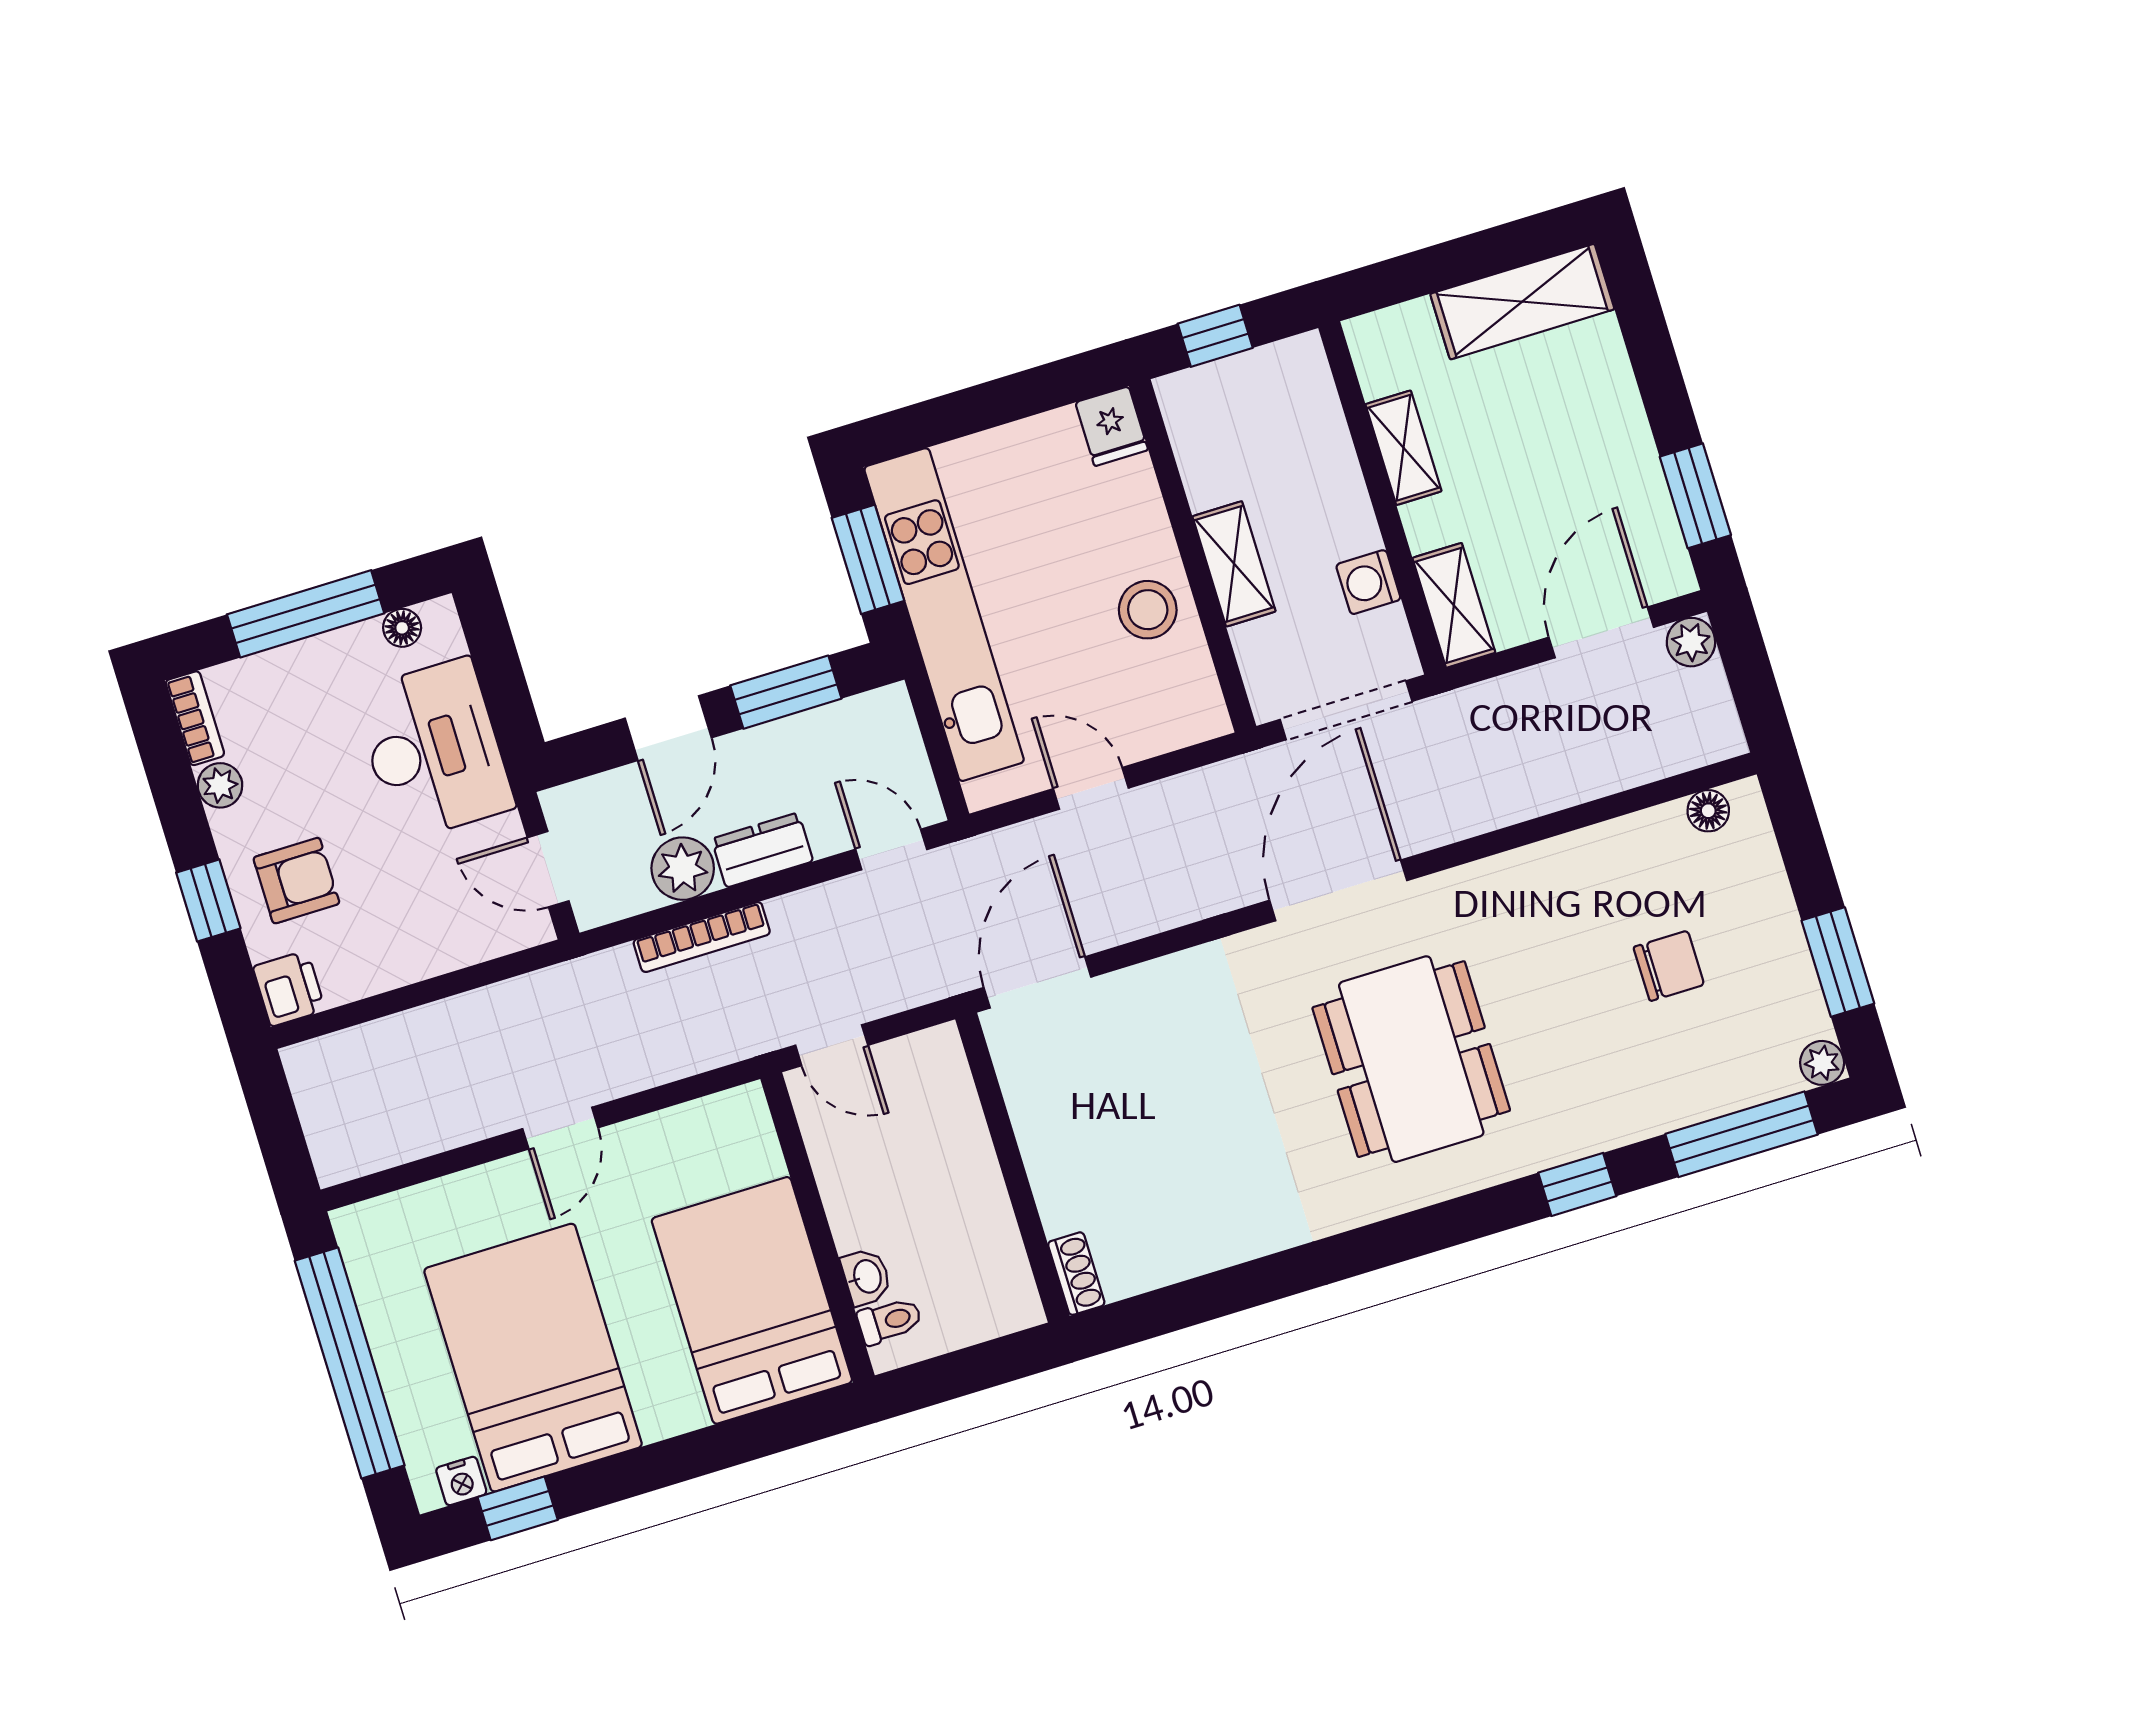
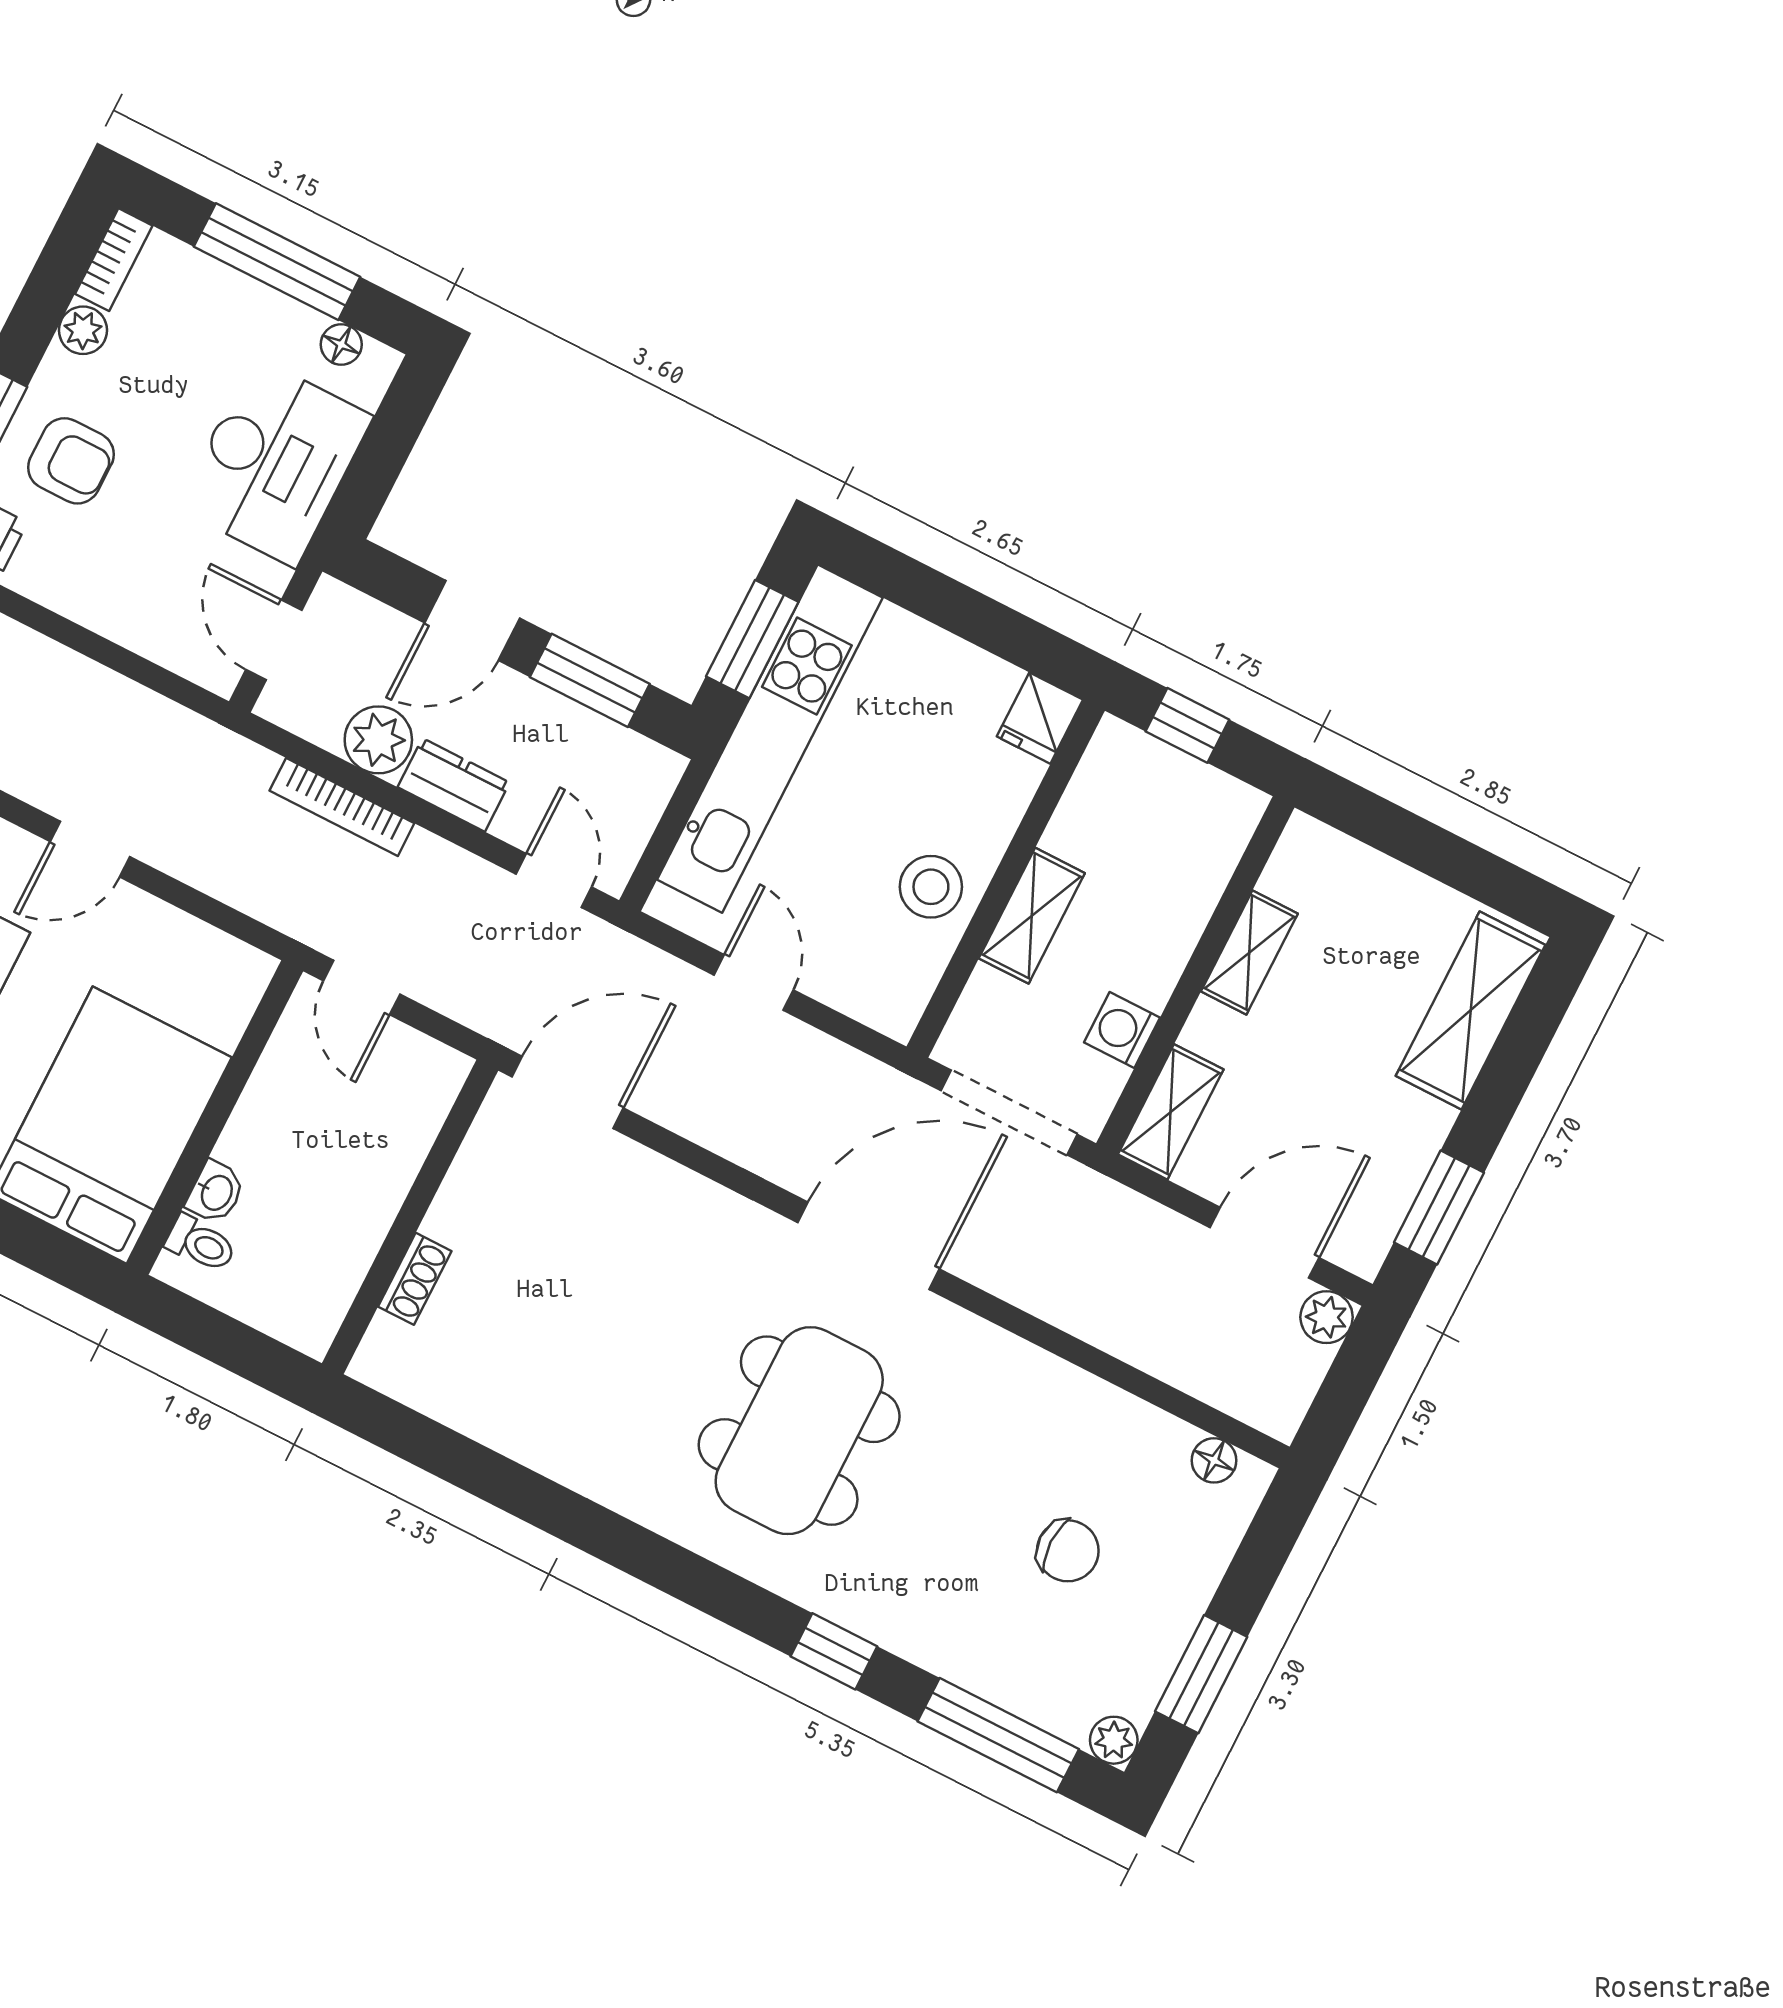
shelving: (1522, 302) -> (1471, 1010), moved, turned 90
shoe rack: (1076, 1274) -> (415, 1279), moved

